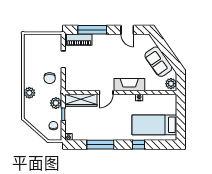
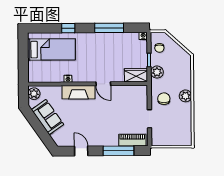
door: (106, 92) -> (103, 84), swing flipped
plant: (29, 93) -> (185, 96), moved
wardrobe: (81, 100) -> (136, 75), width x0.67

